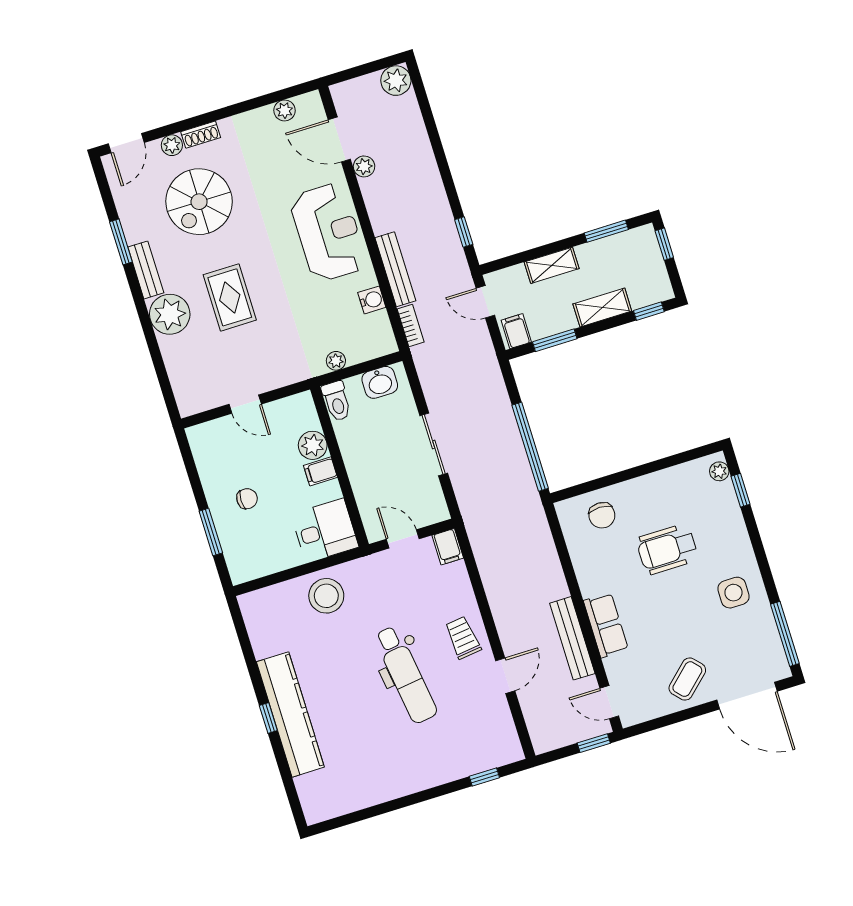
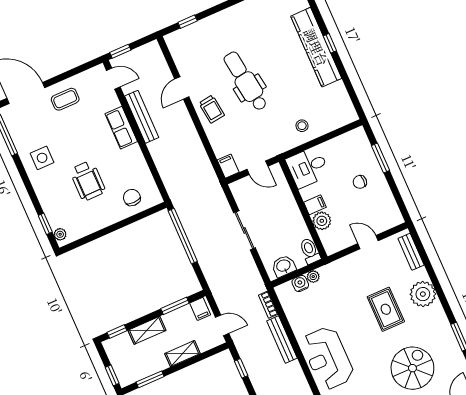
bench: (146, 270) -> (411, 252), moved
water cooler: (372, 300) -> (300, 284), moved, turned 90
wheelchair: (667, 549) -> (88, 181), turned 90
stool: (326, 596) -> (302, 126), width x0.53, depth x0.53
coffee table: (687, 679) -> (65, 99), turned 43

